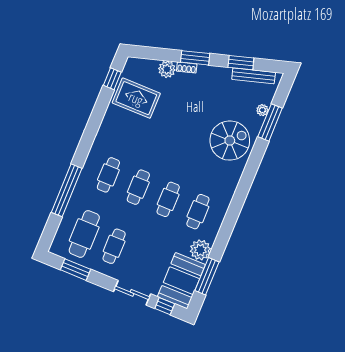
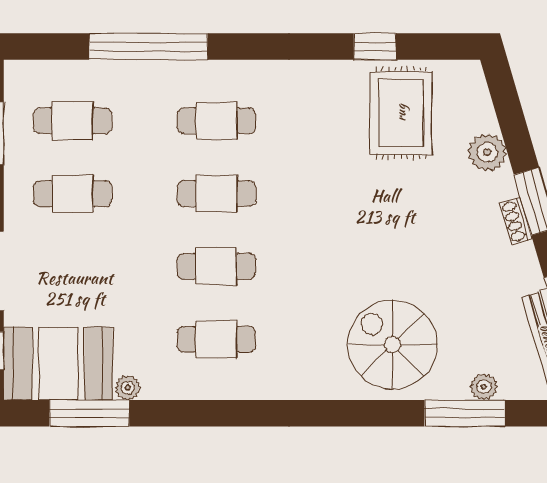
shoe rack: (187, 68) -> (516, 221), moved
window: (112, 79) -> (375, 46), moved
spiral stairs: (230, 141) -> (392, 345), turned 180
cafe table: (84, 234) -> (72, 121), width x0.73, depth x0.74
plant: (200, 250) -> (128, 388), width x0.53, depth x0.53

